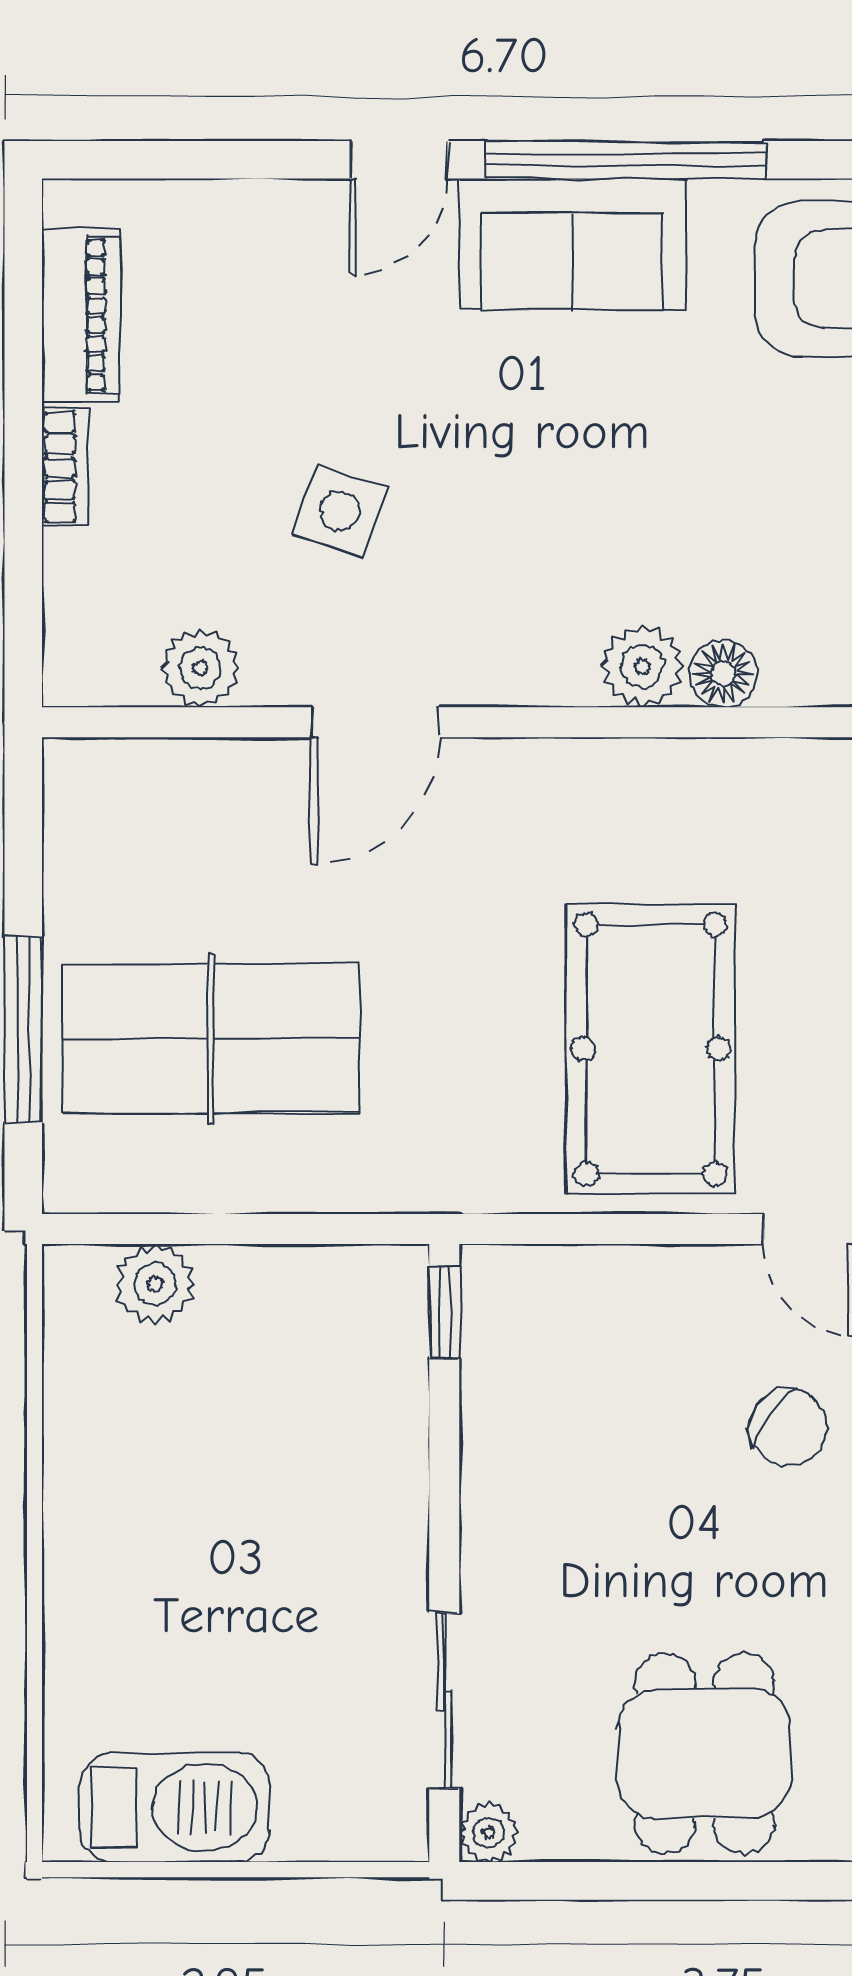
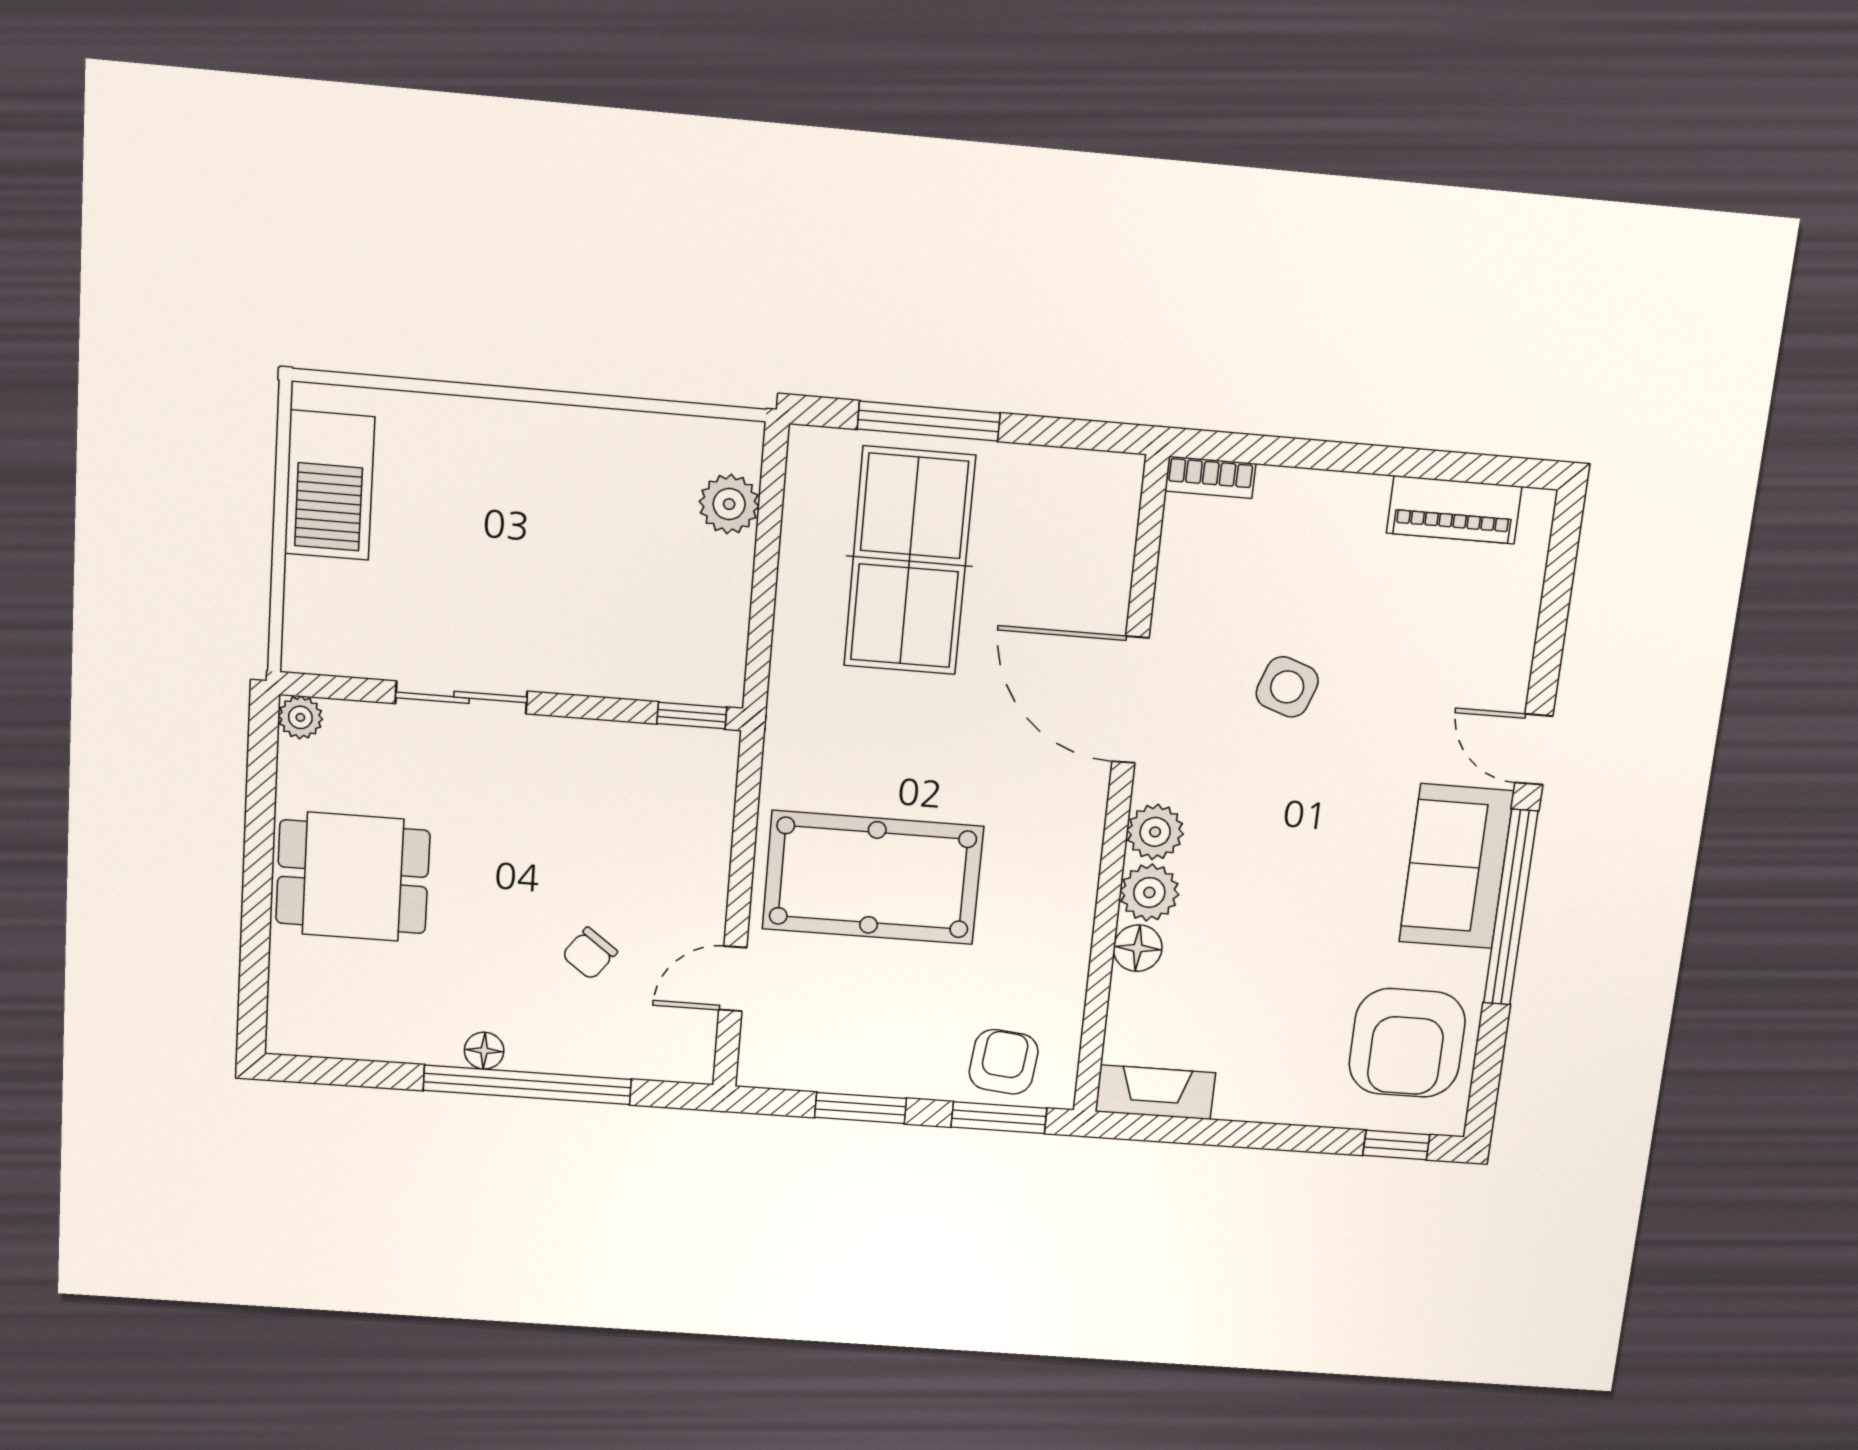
bookcase: (65, 467) -> (1210, 477), moved
plant: (200, 668) -> (1155, 832), moved
door: (375, 722) -> (1130, 700), width x1.36
chair: (788, 1428) -> (590, 954), width x0.73, depth x0.73
sliding door: (444, 1701) -> (461, 697), moved

